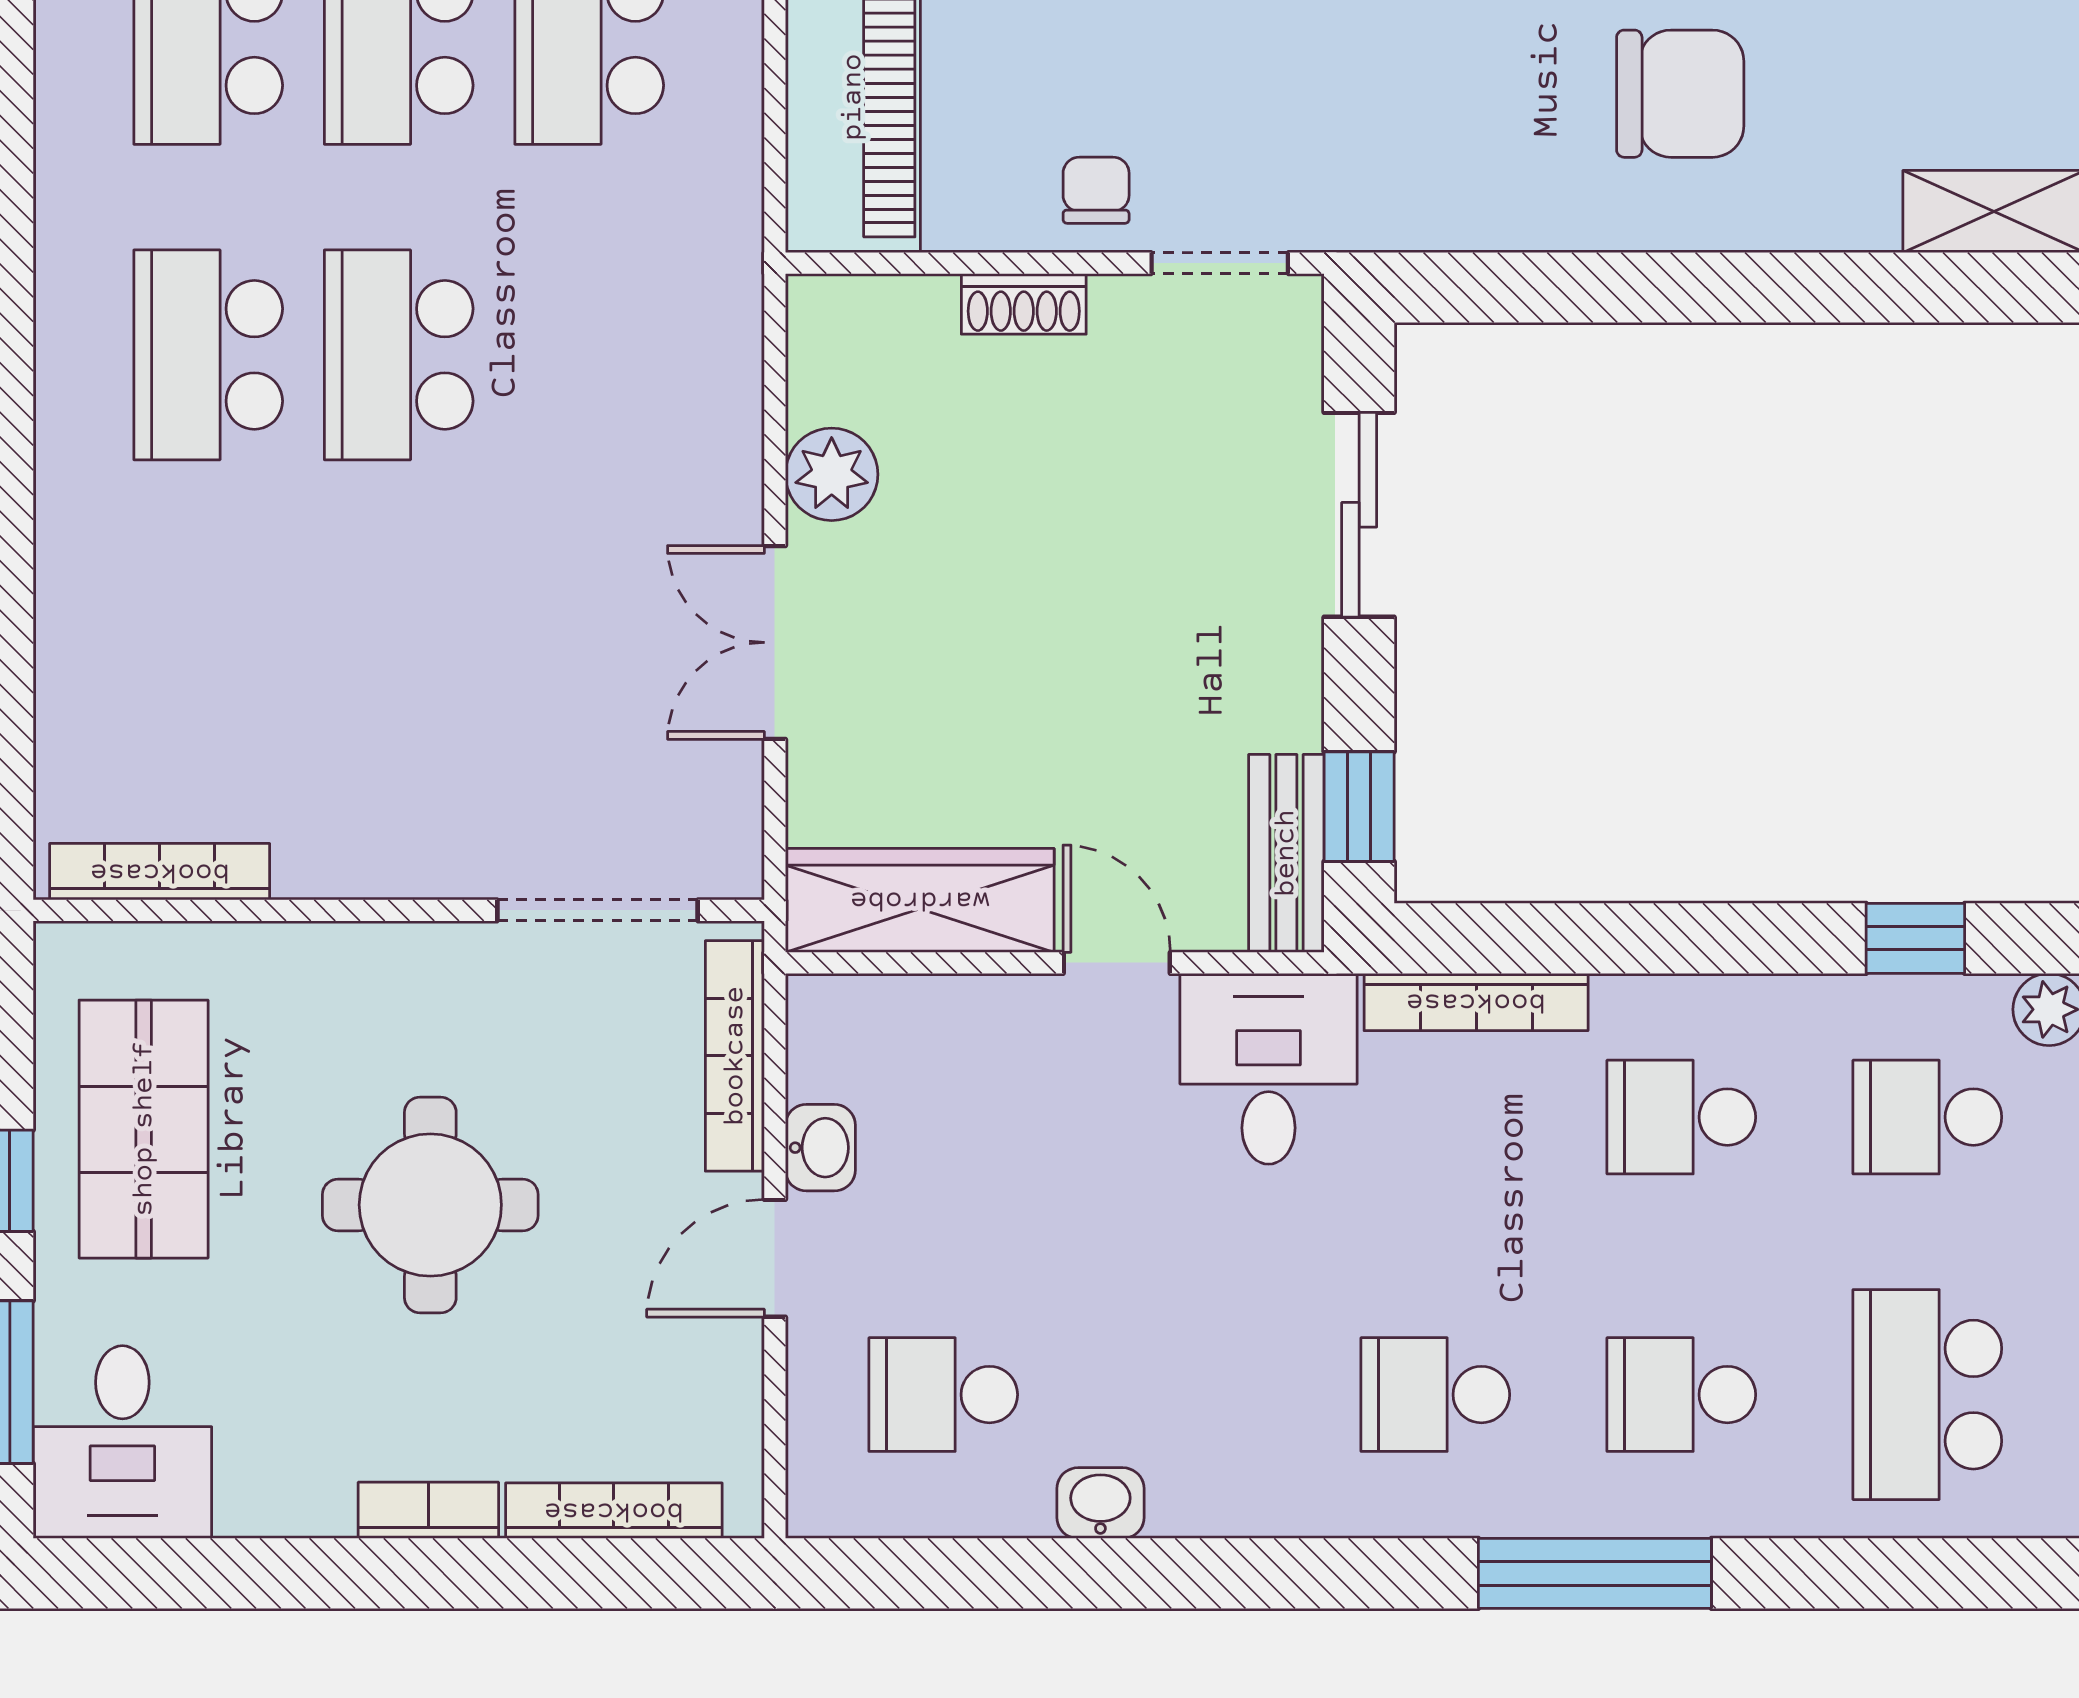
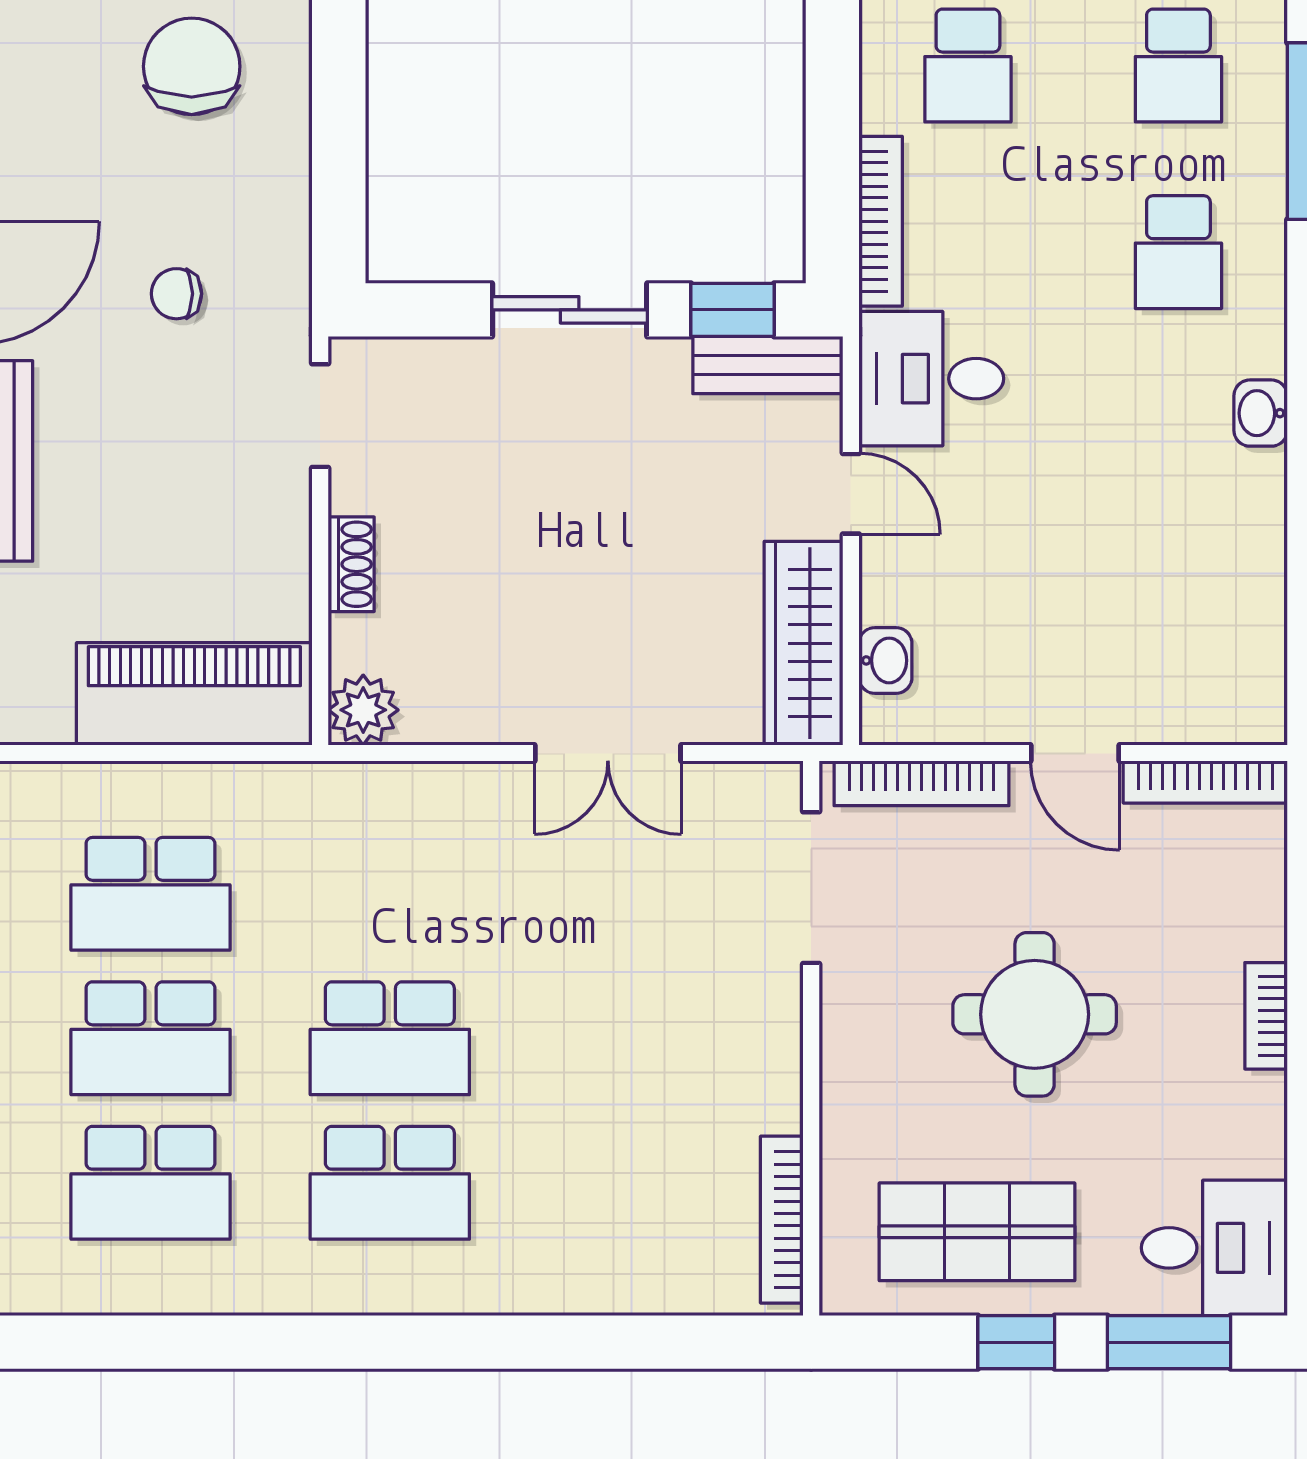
chair: (1096, 190) -> (176, 294), moved
plant: (832, 474) -> (363, 710), moved
sliding door: (1359, 515) -> (570, 310), moved
door: (1117, 963) -> (851, 494), swing flipped
washbasin: (820, 1148) -> (885, 660), moved, turned 90
school desk: (943, 1395) -> (1178, 625), removed
washbasin: (1100, 1503) -> (1261, 413), moved
bookcase: (614, 1511) -> (1205, 782), moved, turned -90

